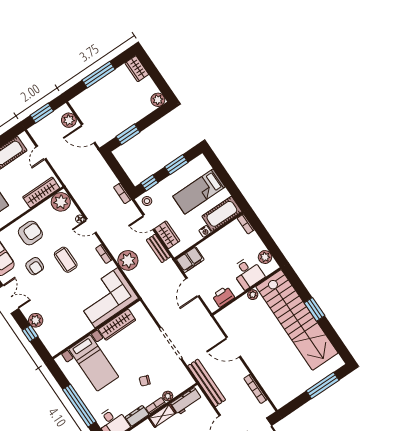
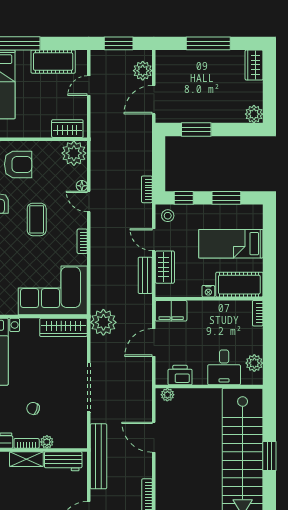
door: (88, 134) -> (154, 100), hinge flipped
wardrobe: (41, 192) -> (67, 129), width x0.67
plant: (128, 260) -> (103, 322), moved
plant: (253, 295) -> (167, 395), moved
wardrobe: (117, 325) -> (63, 327), moved

